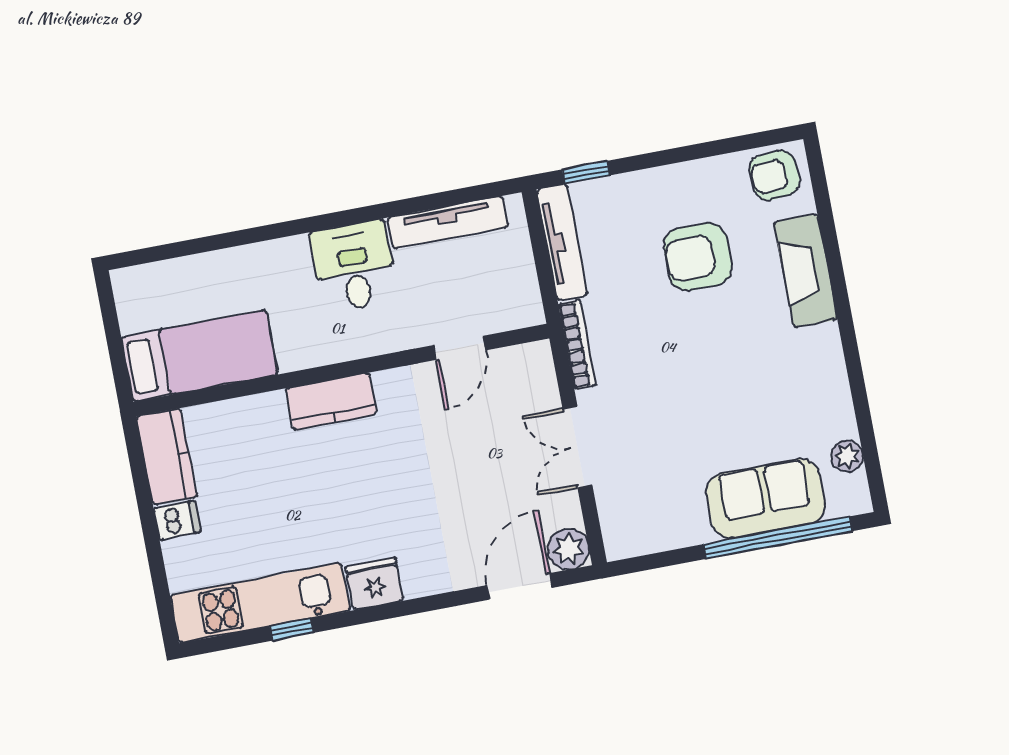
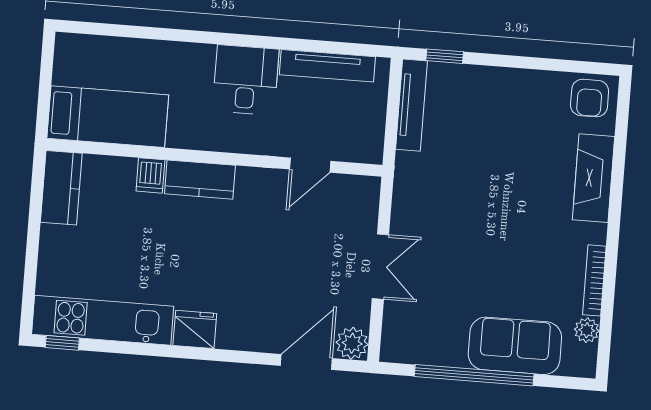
armchair: (775, 175) -> (590, 98), turned -85
armchair: (698, 257) -> (513, 145), removed
bookcase: (577, 345) -> (594, 280), moved, turned 180
double door: (578, 447) -> (380, 267), swing flipped
dishwasher: (177, 520) -> (150, 175), moved, turned 90
window: (778, 538) -> (474, 375), moved
window: (292, 630) -> (62, 343), moved

